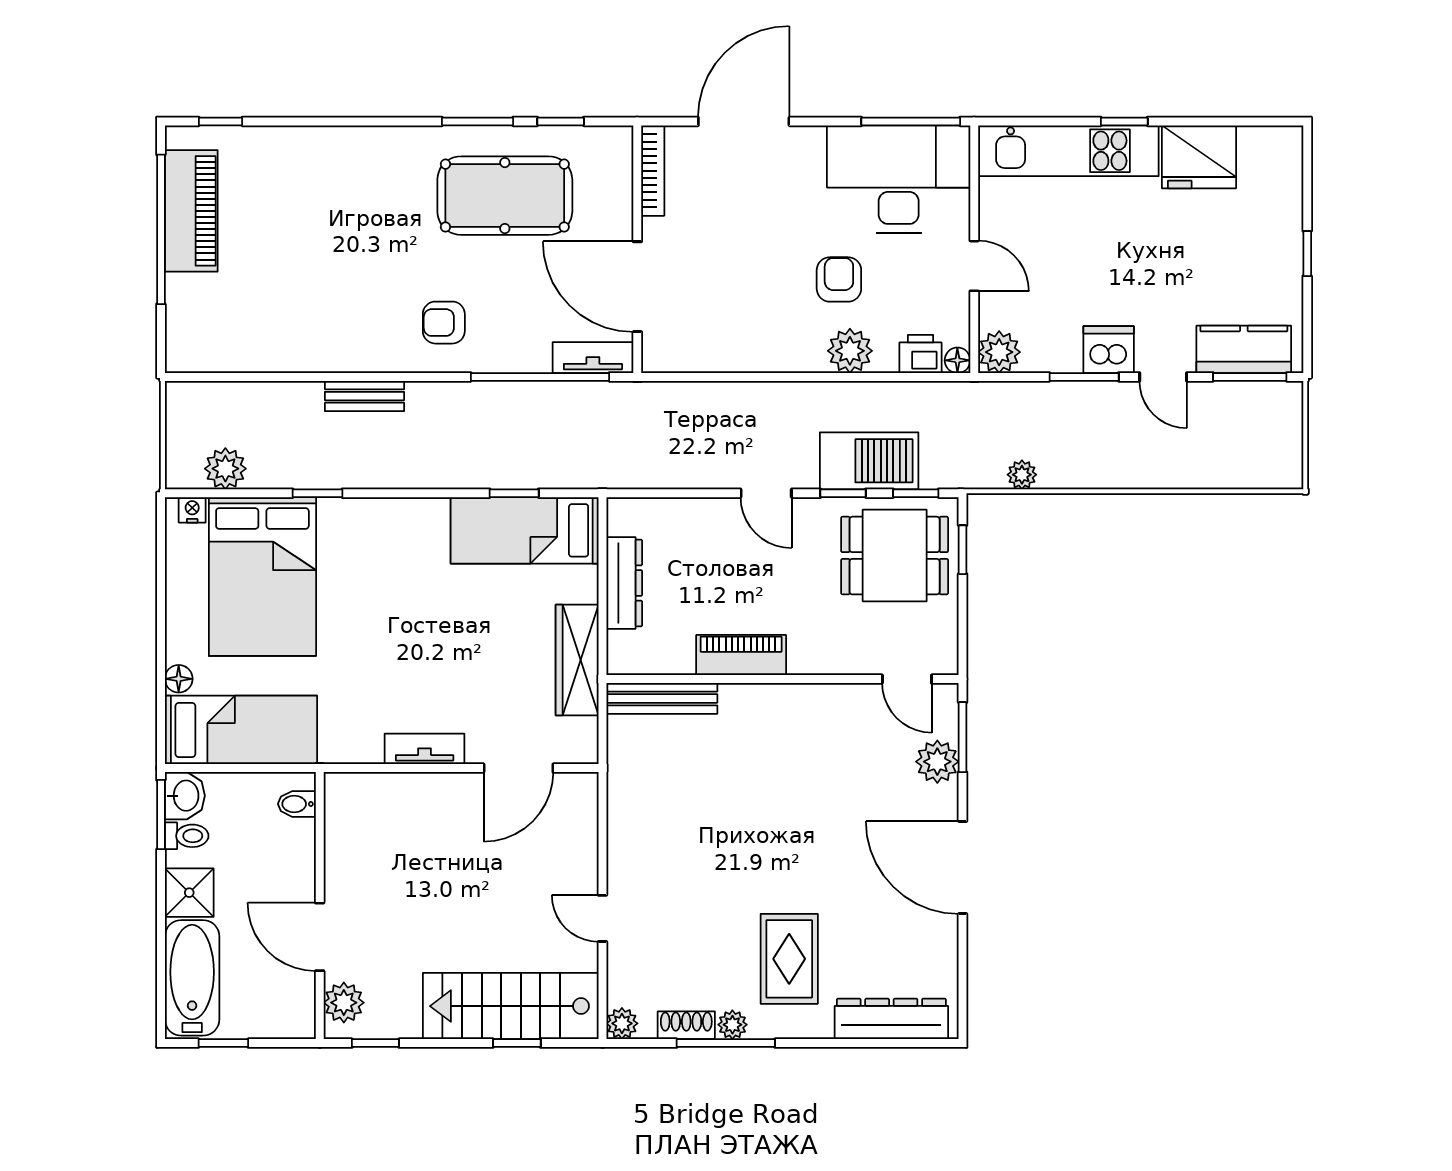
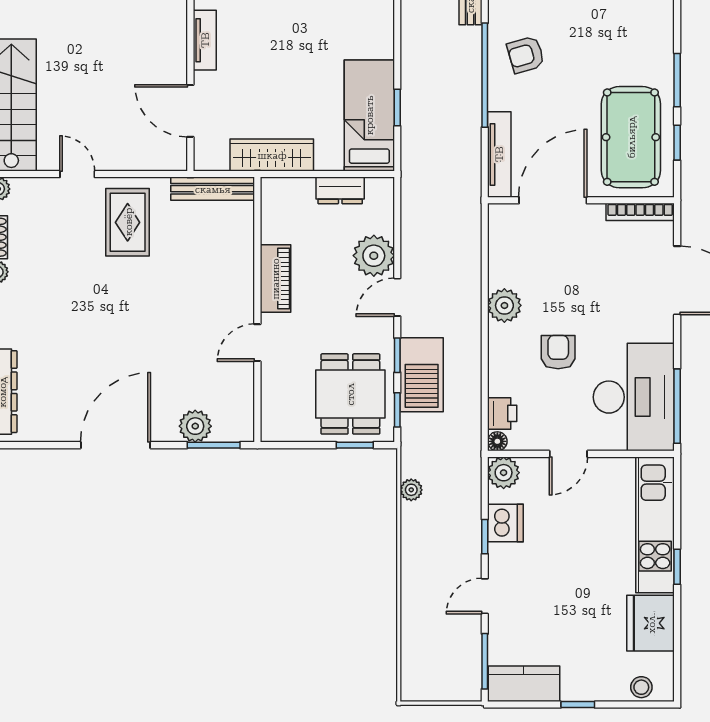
stool: (1284, 169) -> (641, 687), added
pool table: (505, 196) -> (631, 137), moved
armchair: (839, 279) -> (558, 352), turned -90
armchair: (444, 323) -> (526, 55), turned -106
kitchen counter: (1244, 349) -> (524, 684), moved, turned -90
dishwasher: (1109, 350) -> (505, 523), moved
plant: (850, 351) -> (504, 305), moved
tv unit: (593, 358) -> (499, 154), width x1.41
window: (540, 377) -> (485, 75), moved
window: (1084, 377) -> (485, 537), width x0.67
plant: (711, 524) -> (374, 256), added
dresser: (624, 583) -> (340, 190), width x0.70
door: (907, 679) -> (257, 343), moved
bench: (662, 698) -> (213, 189), moved, turned 90
door: (602, 918) -> (77, 174), hinge flipped
rug: (789, 959) -> (128, 222), moved, turned 90

